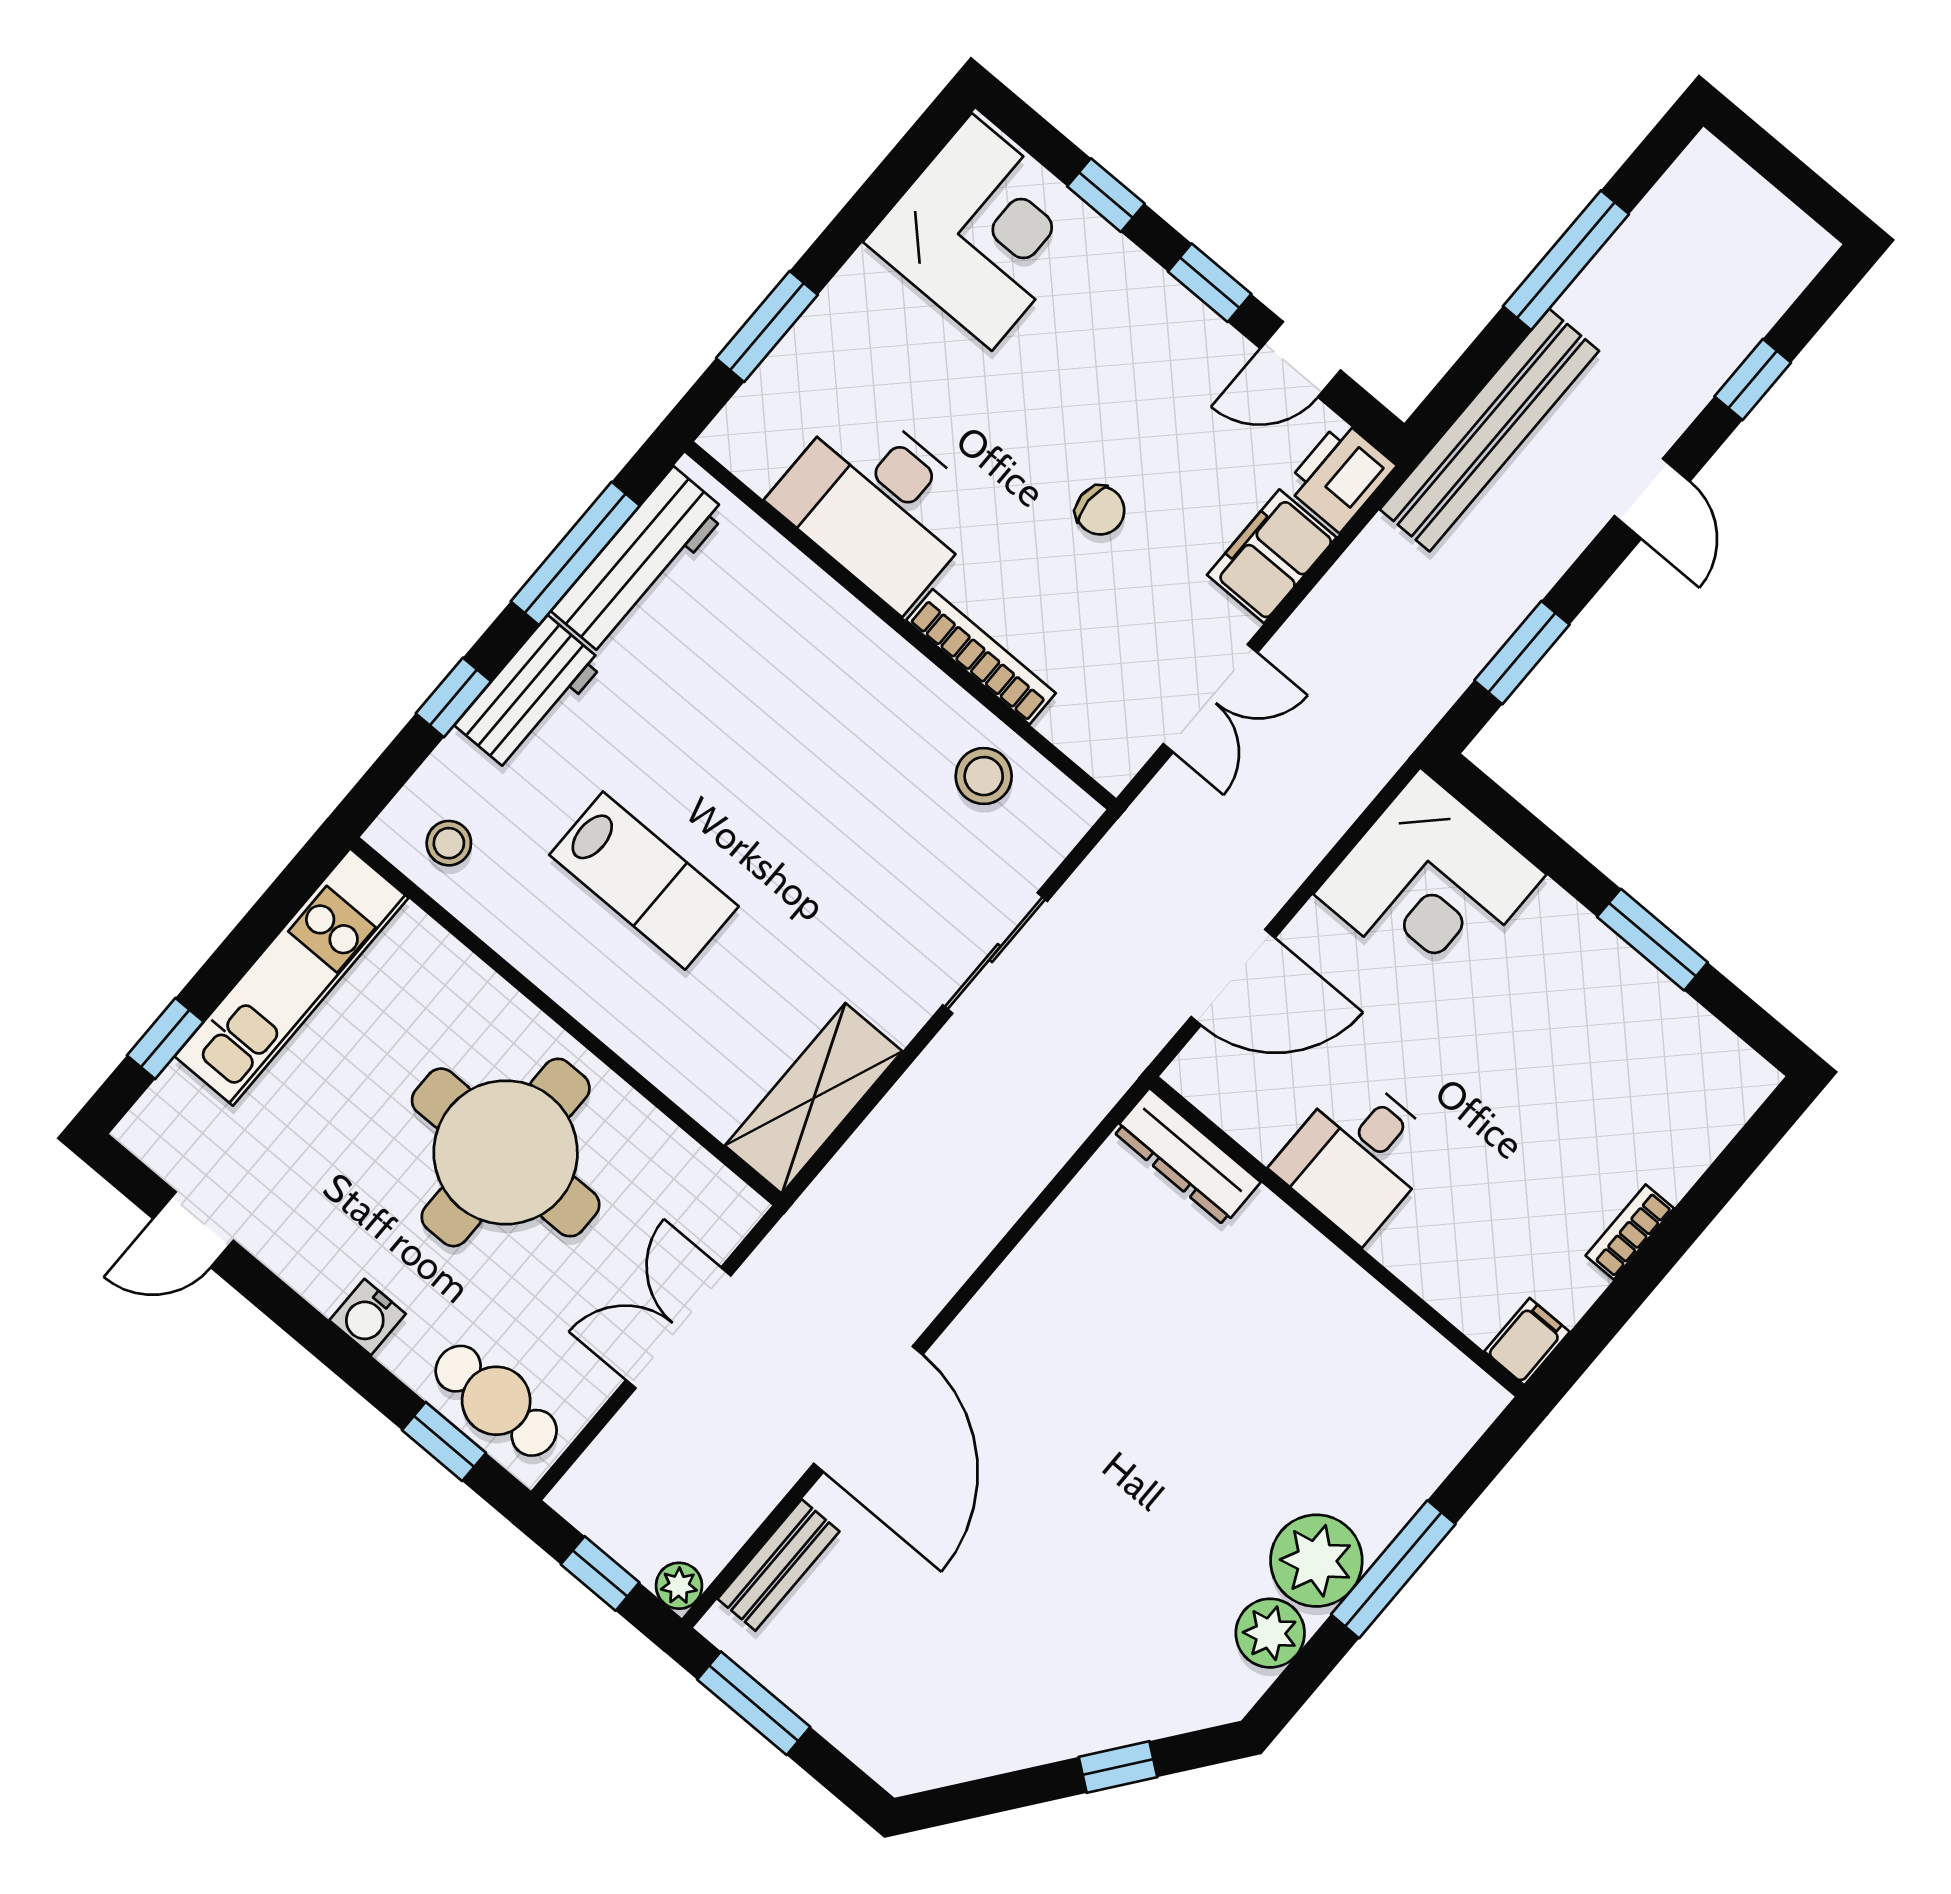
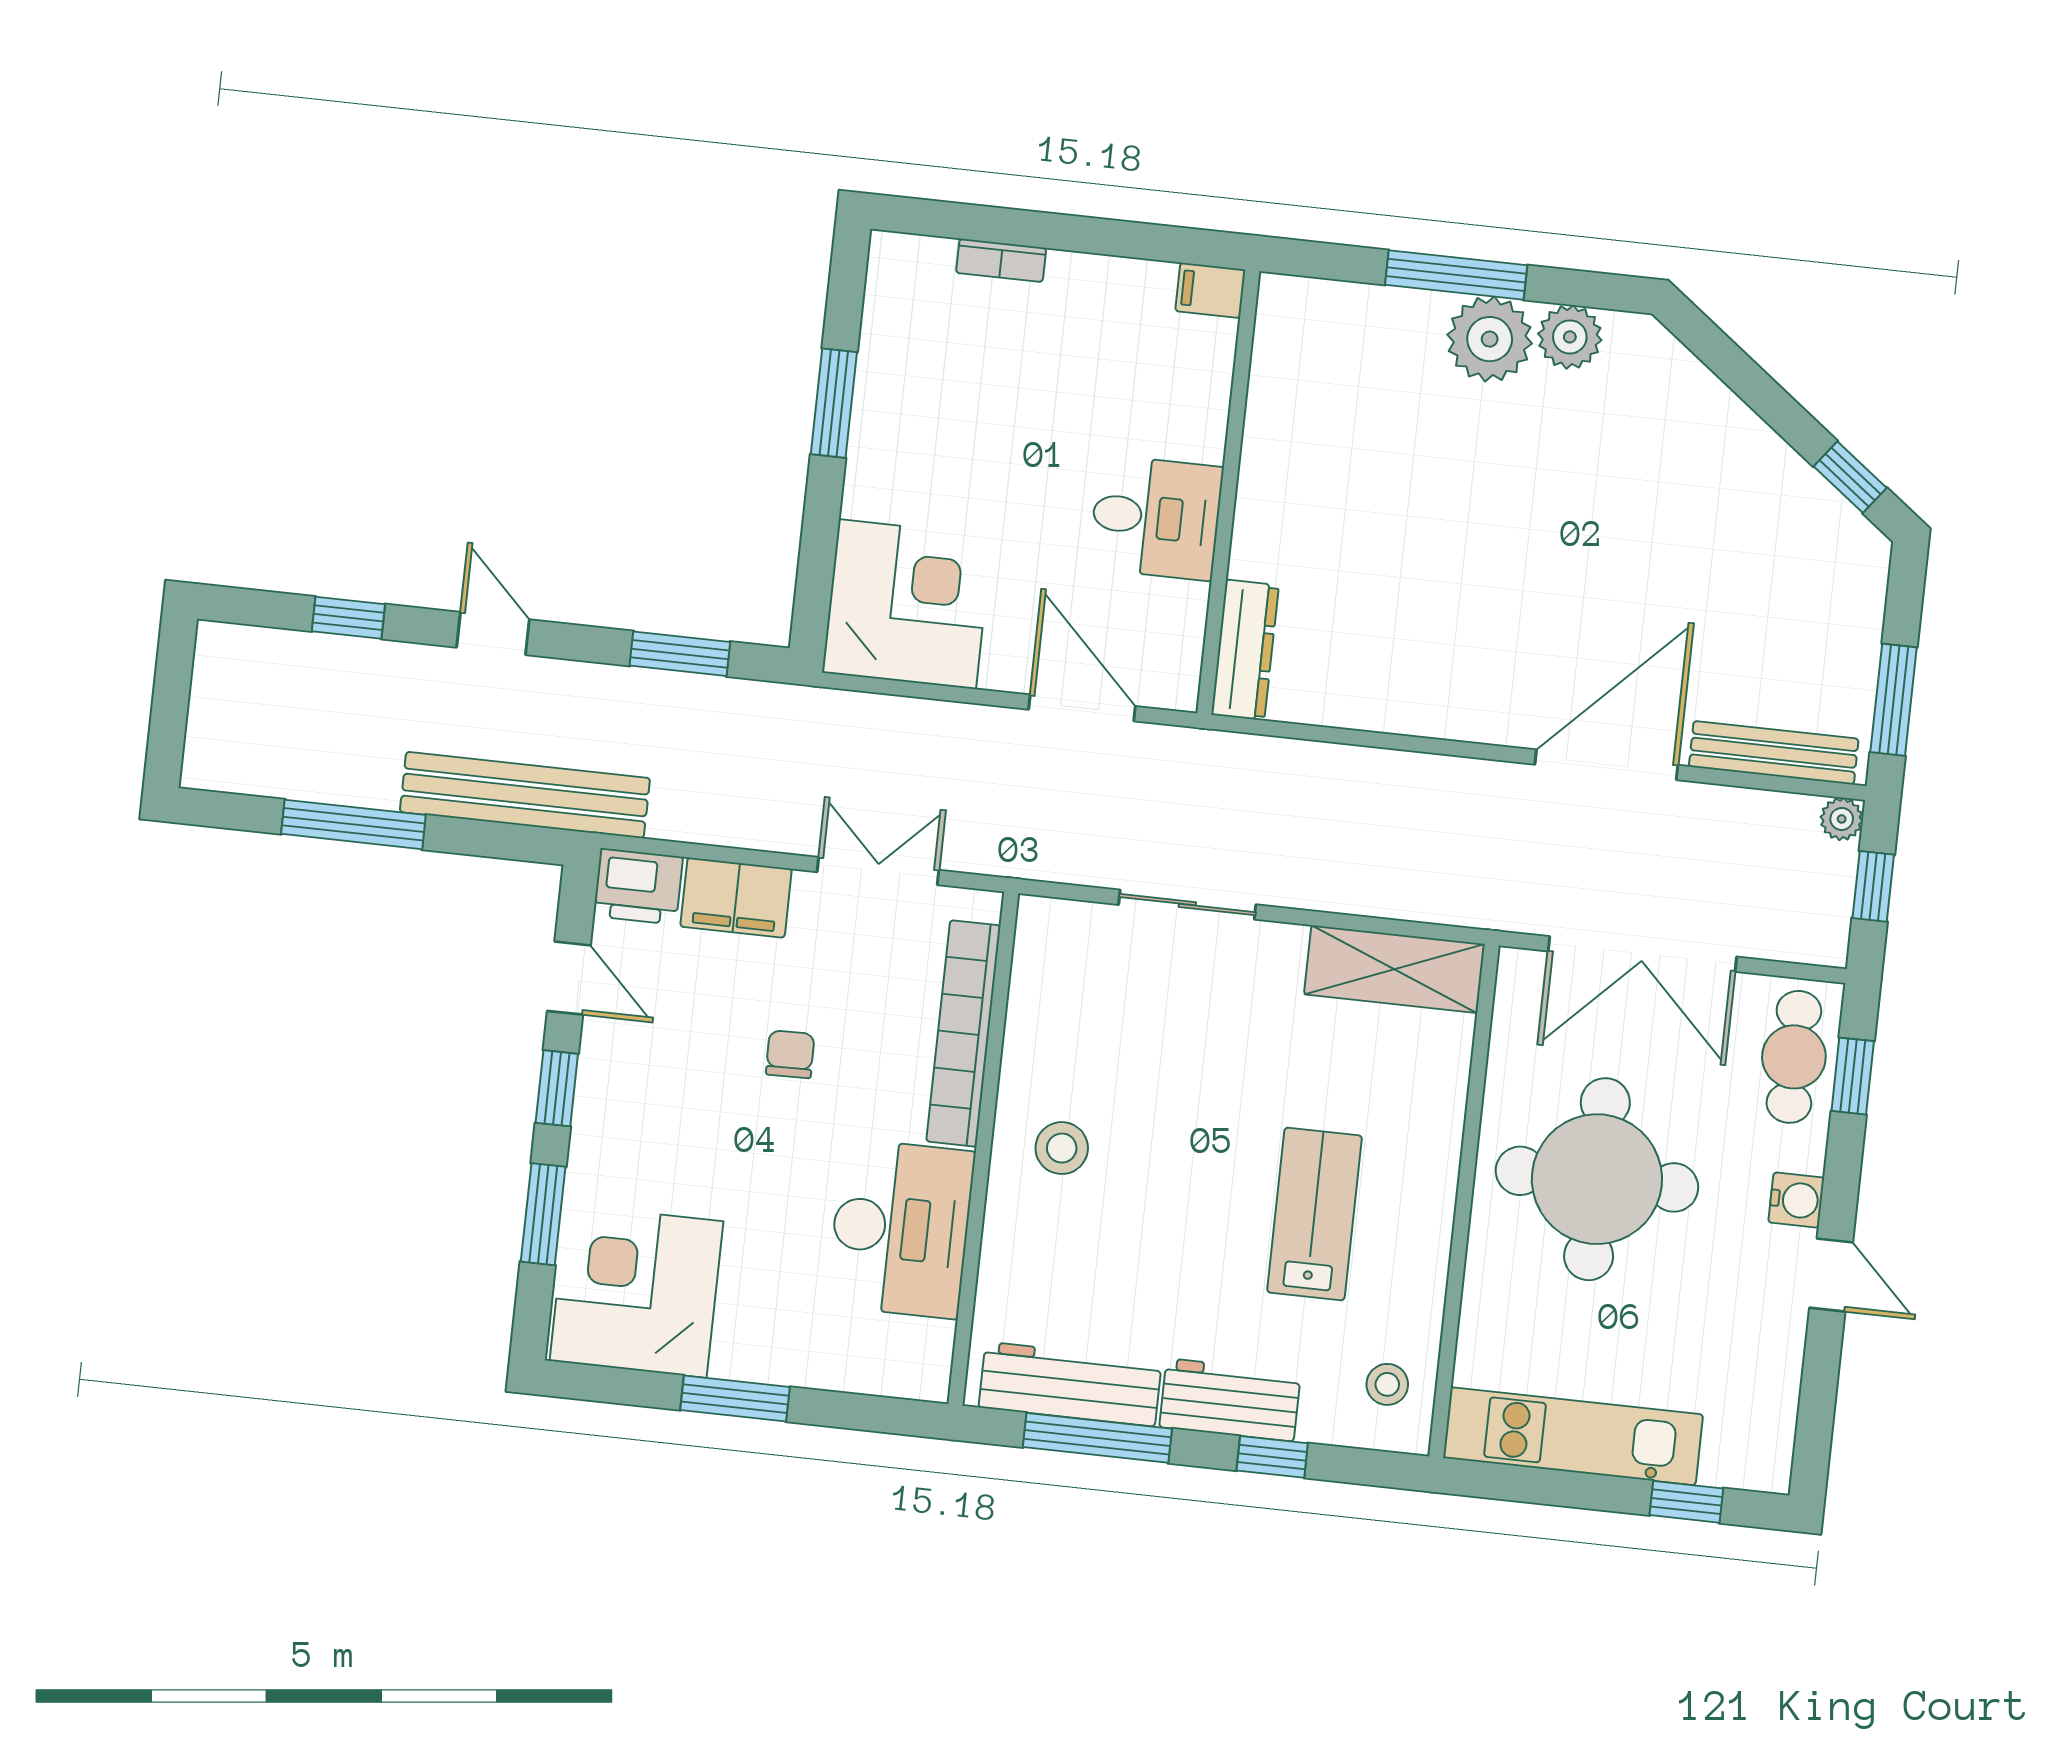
window: (1106, 195) -> (543, 1214), width x1.50
window: (767, 326) -> (735, 1399), moved
door: (1652, 499) -> (493, 633), hinge flipped
bookcase: (981, 657) -> (963, 1033), width x1.48, depth x1.31
stool: (984, 776) -> (1062, 1148), moved
door: (193, 1230) -> (1831, 1275), moved
bookcase: (1630, 1232) -> (1001, 260), moved
double door: (678, 1328) -> (1642, 954), width x1.37
bench: (779, 1565) -> (1774, 753), width x1.36
window: (1118, 1767) -> (1850, 477), moved

